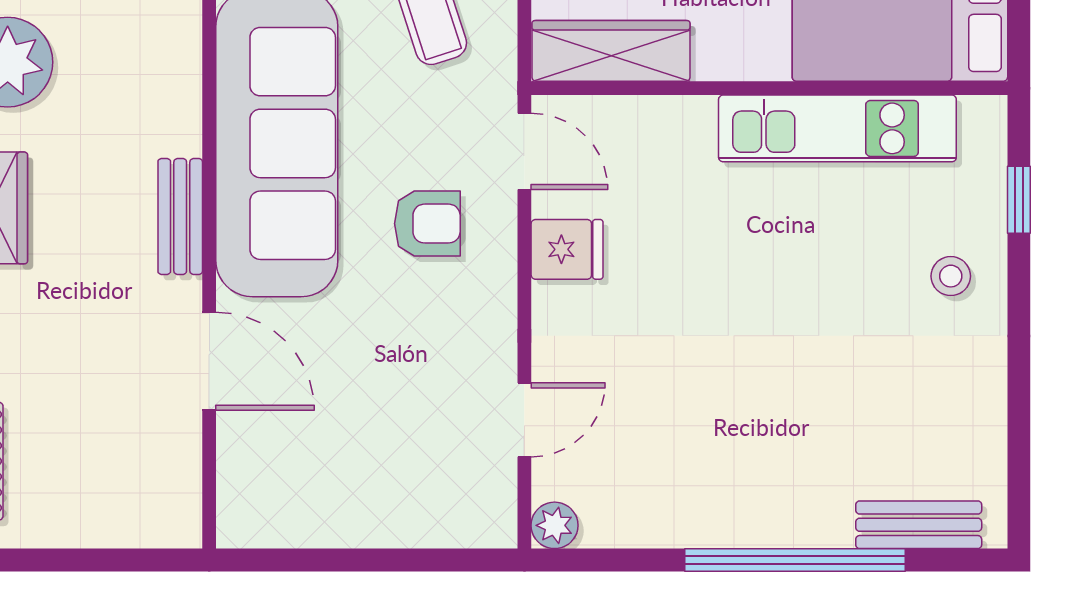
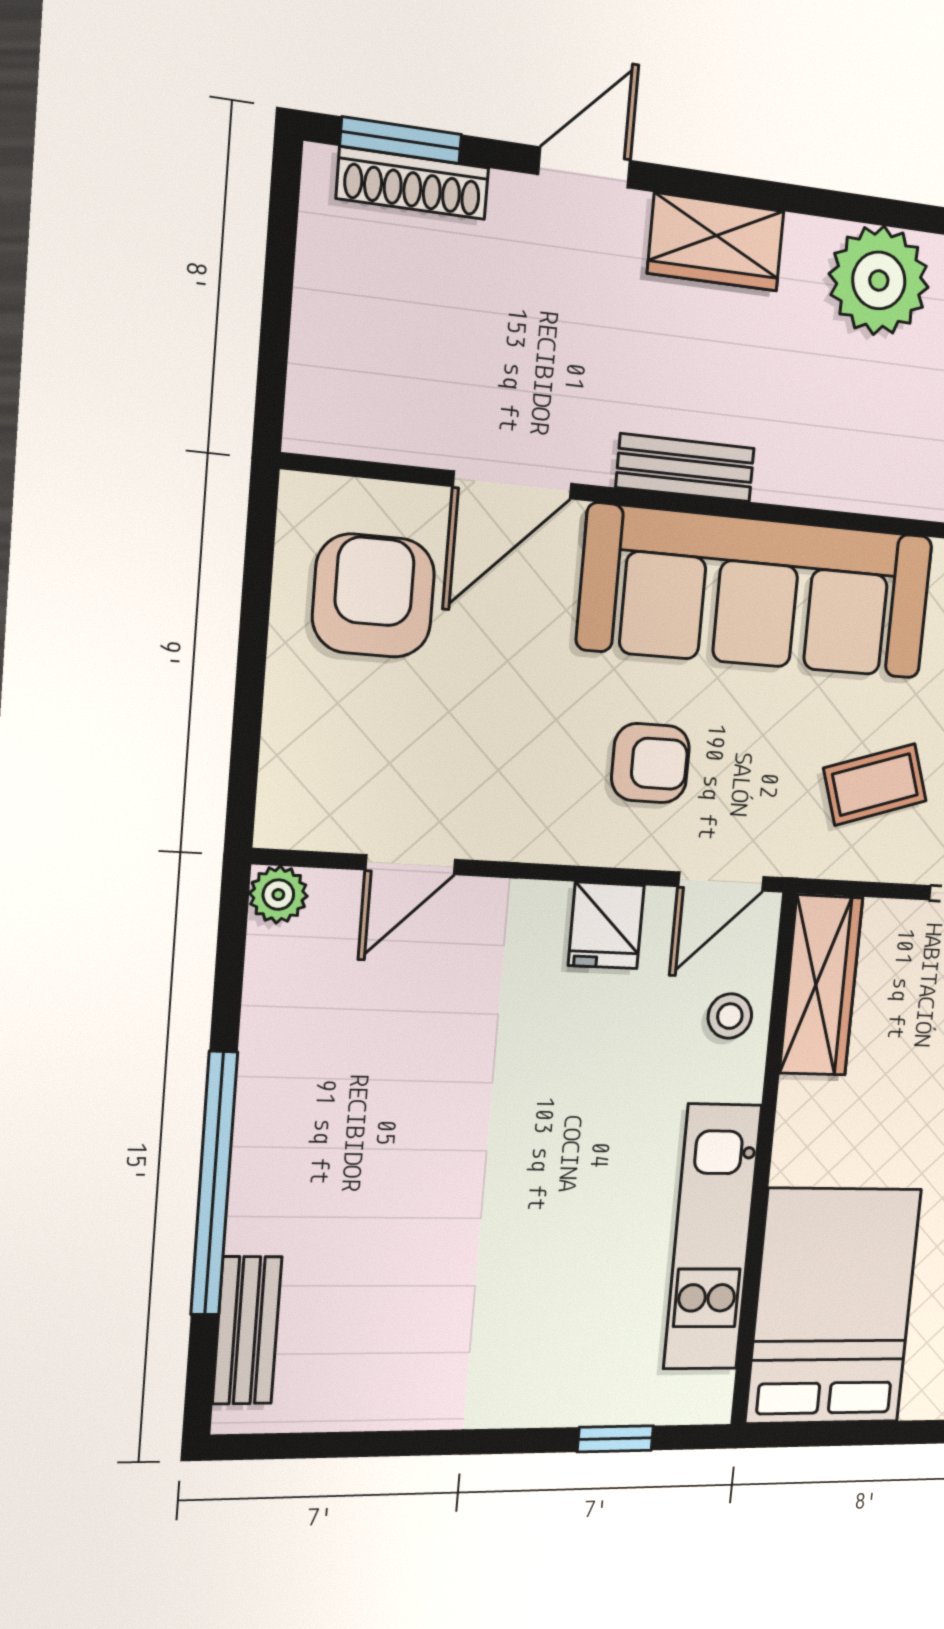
armchair: (427, 224) -> (650, 763), turned -90
stool: (951, 276) -> (730, 1016), moved
door: (524, 420) -> (410, 865), hinge flipped
armchair: (308, 467) -> (373, 596), added

